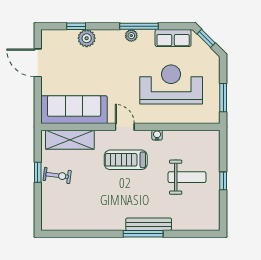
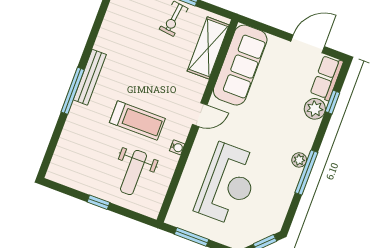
row of seats: (173, 38) -> (327, 78), moved
treadmill: (126, 160) -> (137, 121), moved, turned 90
weight bench: (187, 177) -> (133, 173), moved
bench: (149, 224) -> (90, 77), moved

